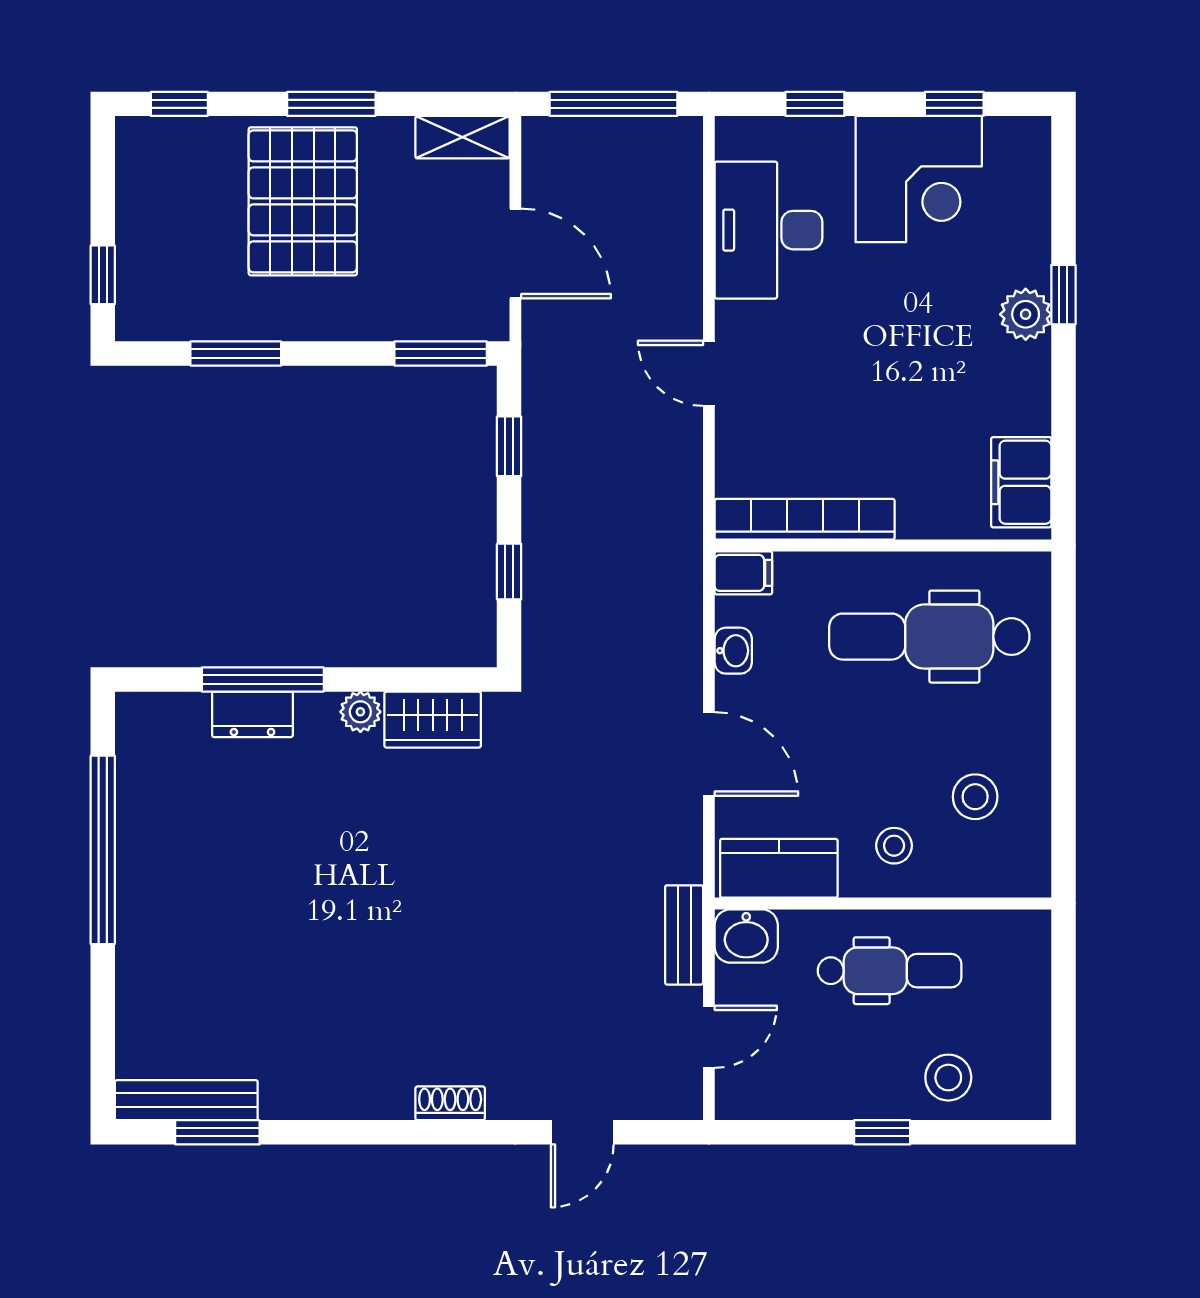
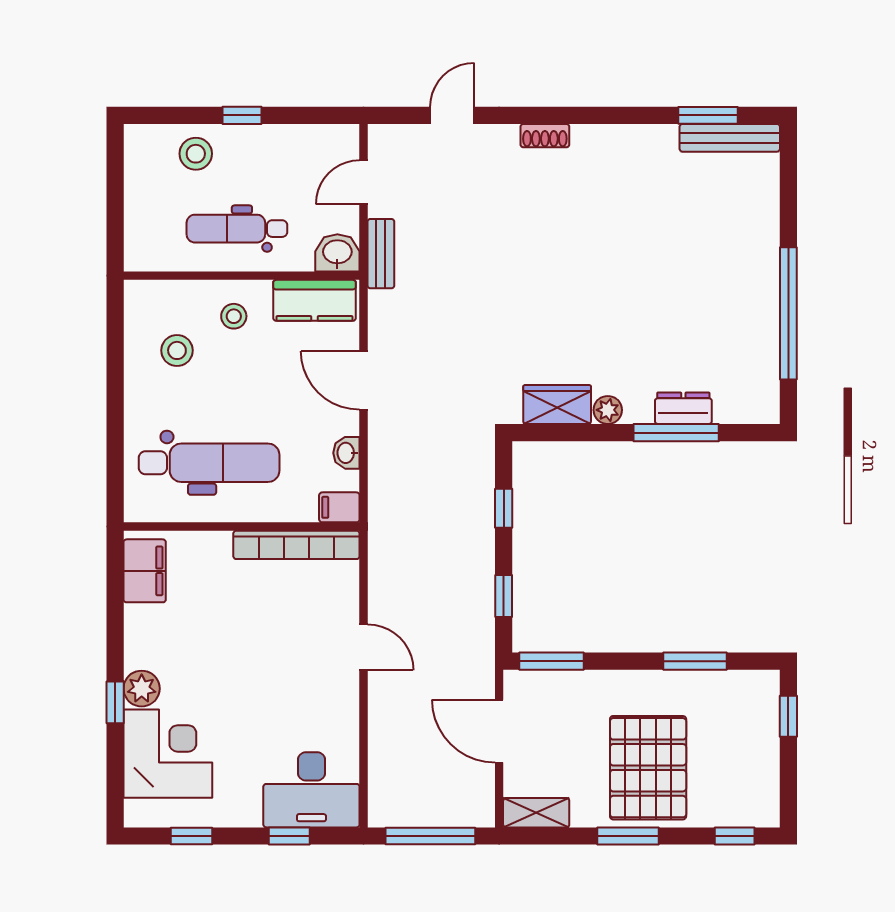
corner desk: (919, 179) -> (168, 754), moved, turned 90
desk: (768, 230) -> (311, 790), moved, turned 90

